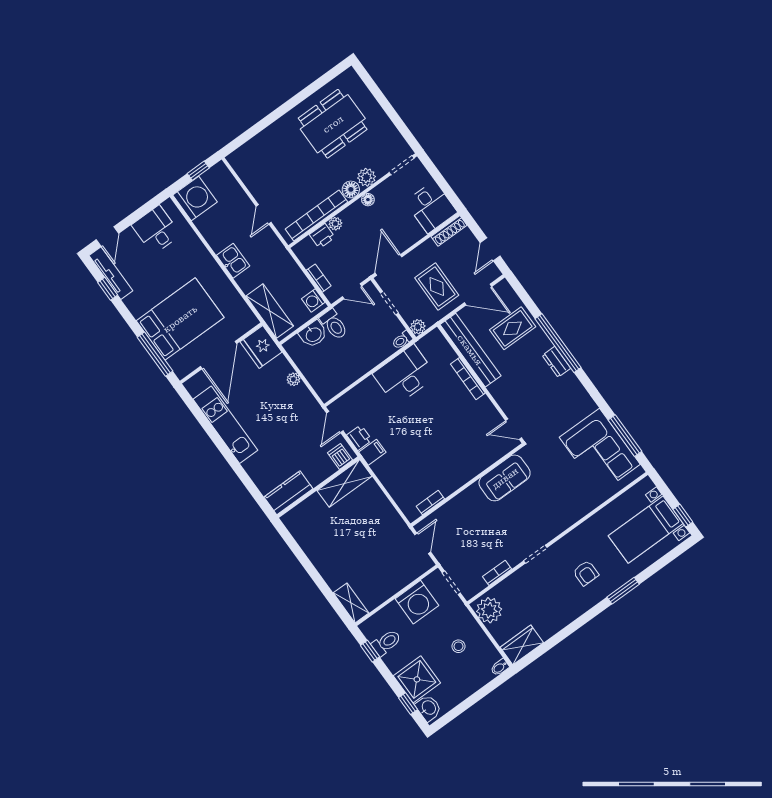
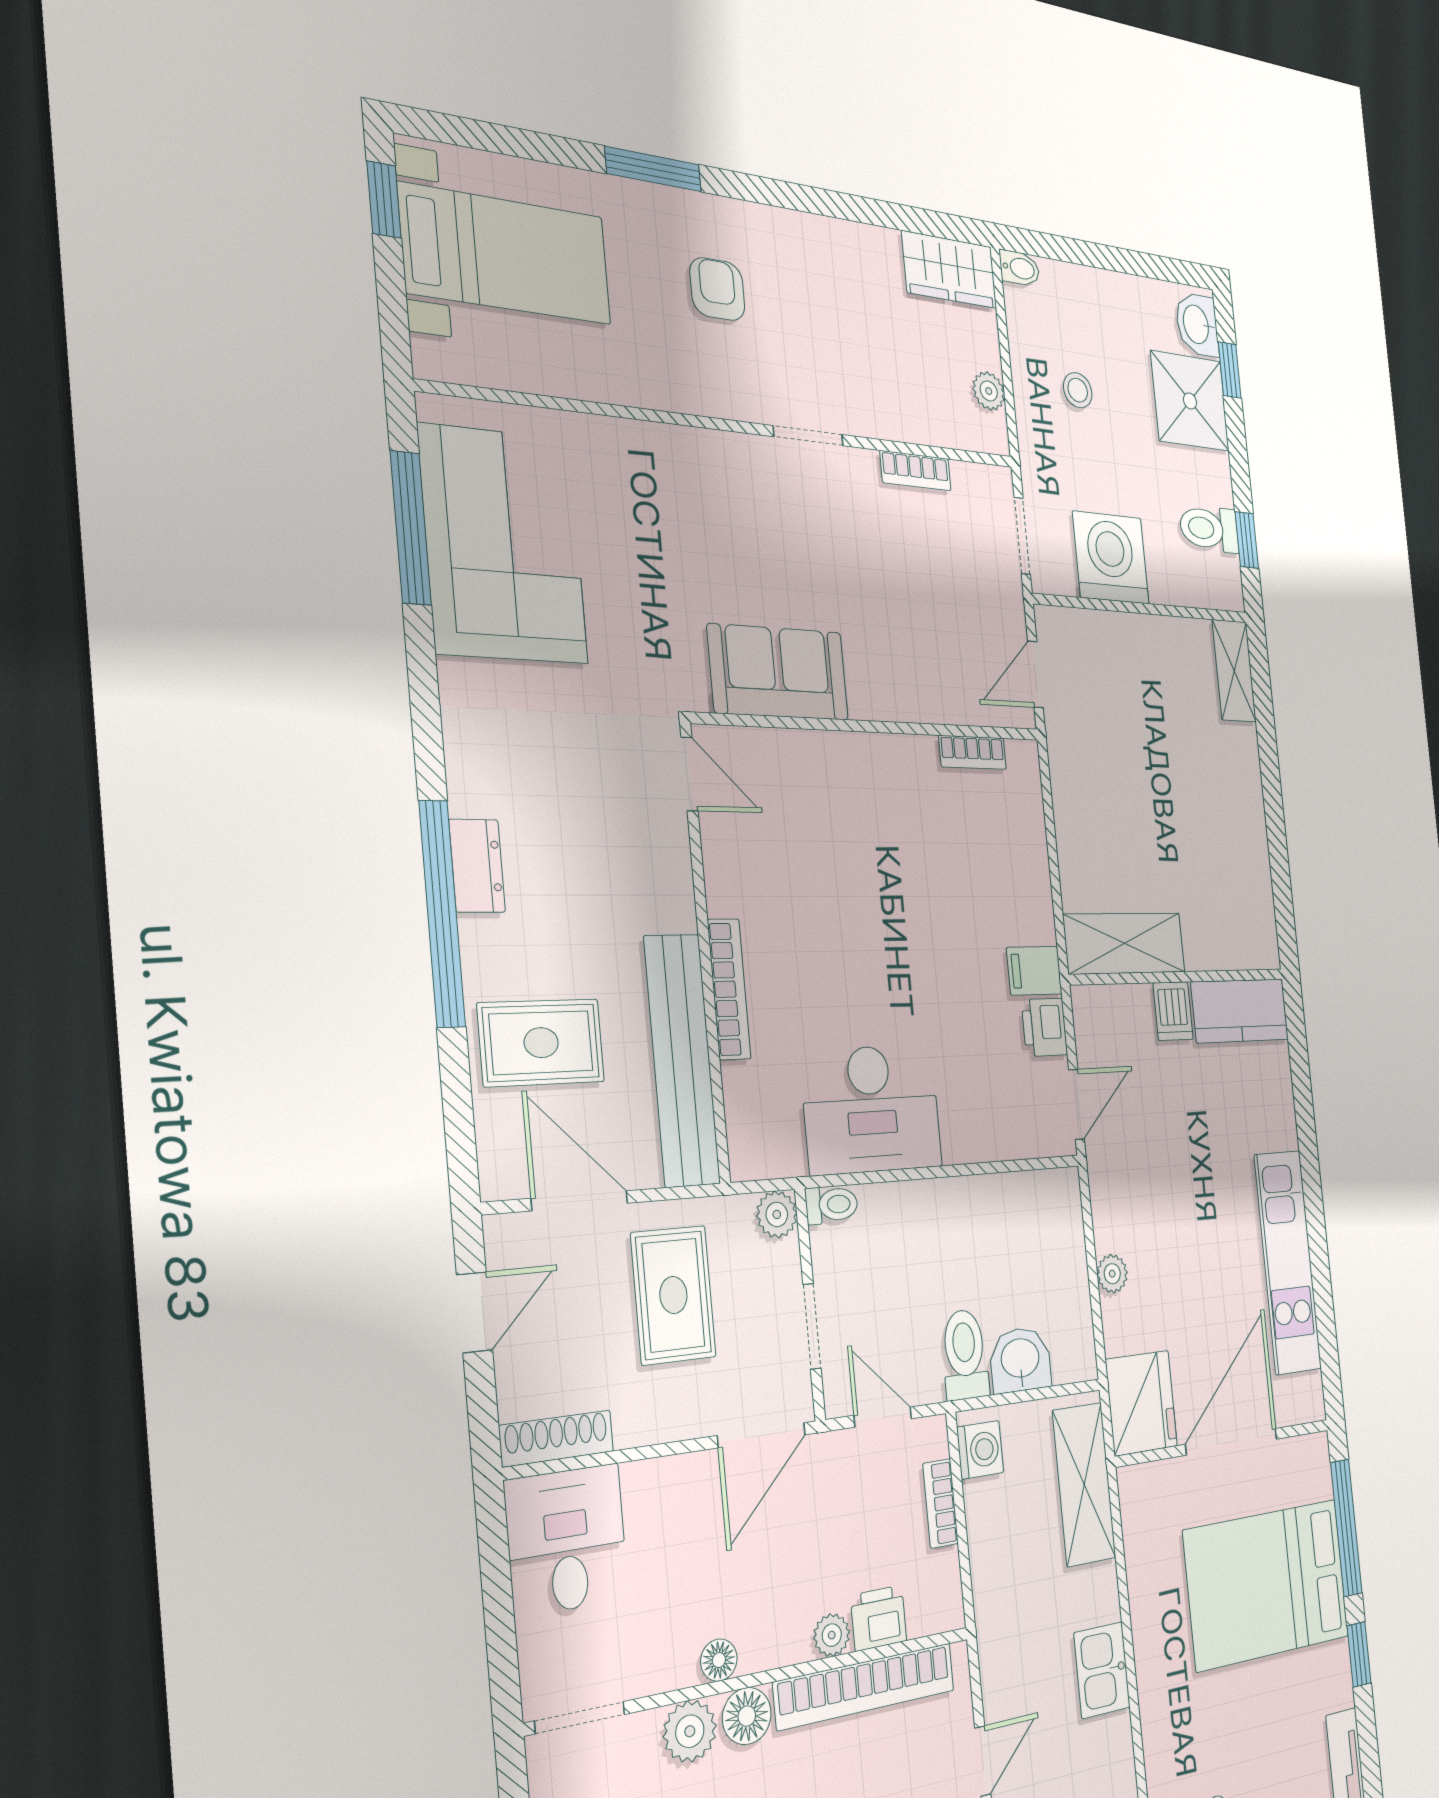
window: (108, 289) -> (1359, 1654), moved
dishwasher: (340, 456) -> (1173, 1011), moved
plant: (489, 610) -> (989, 391), width x0.53, depth x0.53

